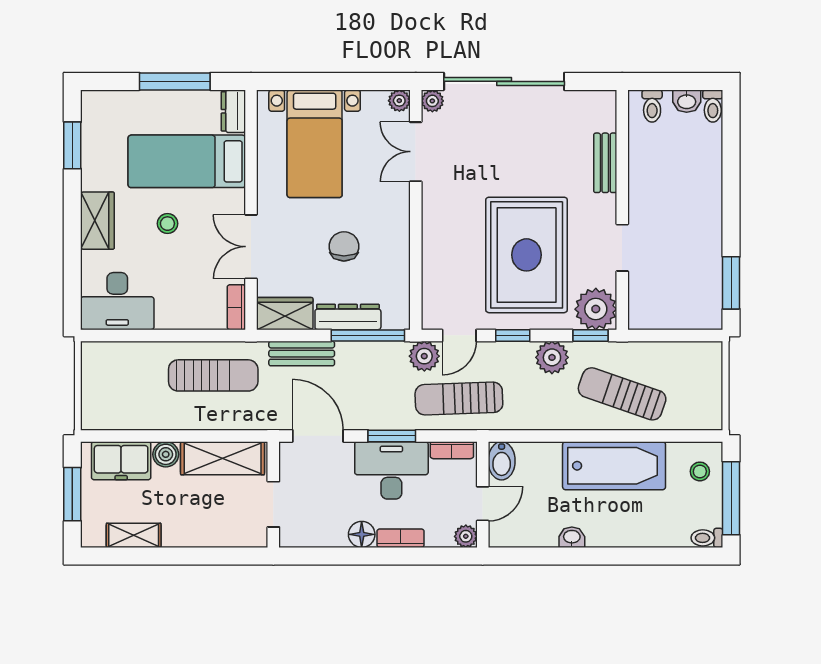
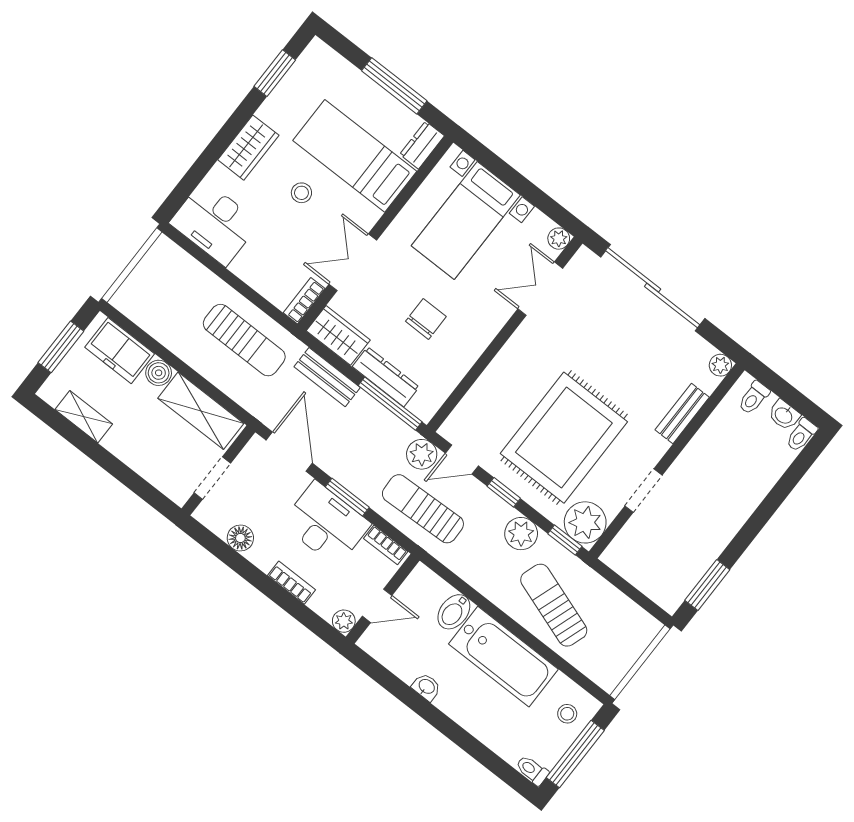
plant: (432, 101) -> (720, 365), moved
bidet: (502, 461) -> (454, 612), moved
floor lamp: (362, 534) -> (240, 538), moved

